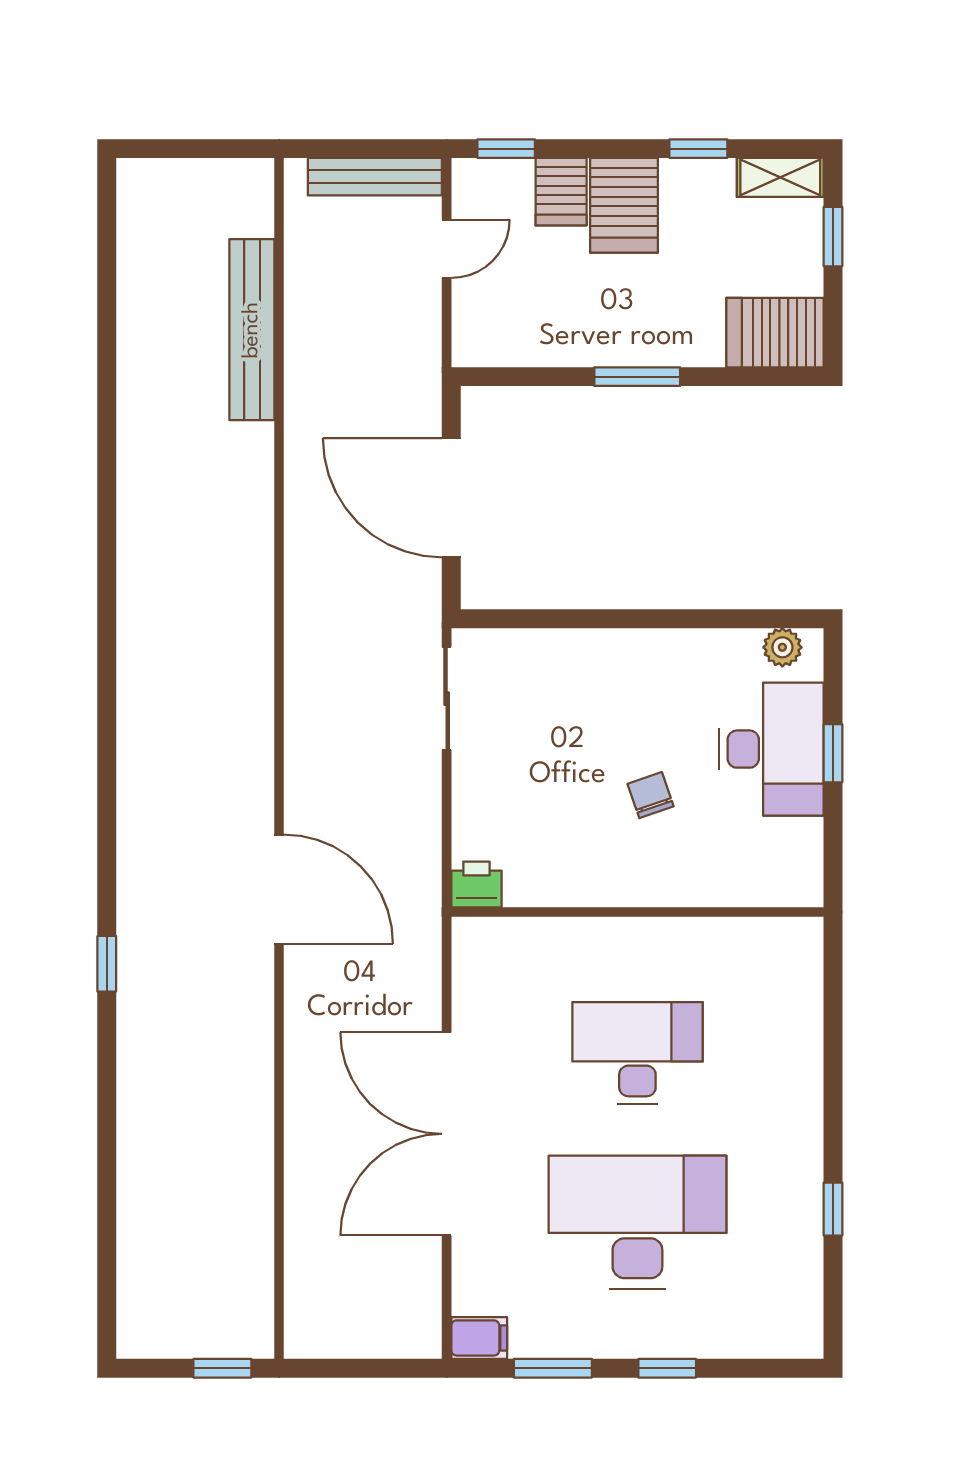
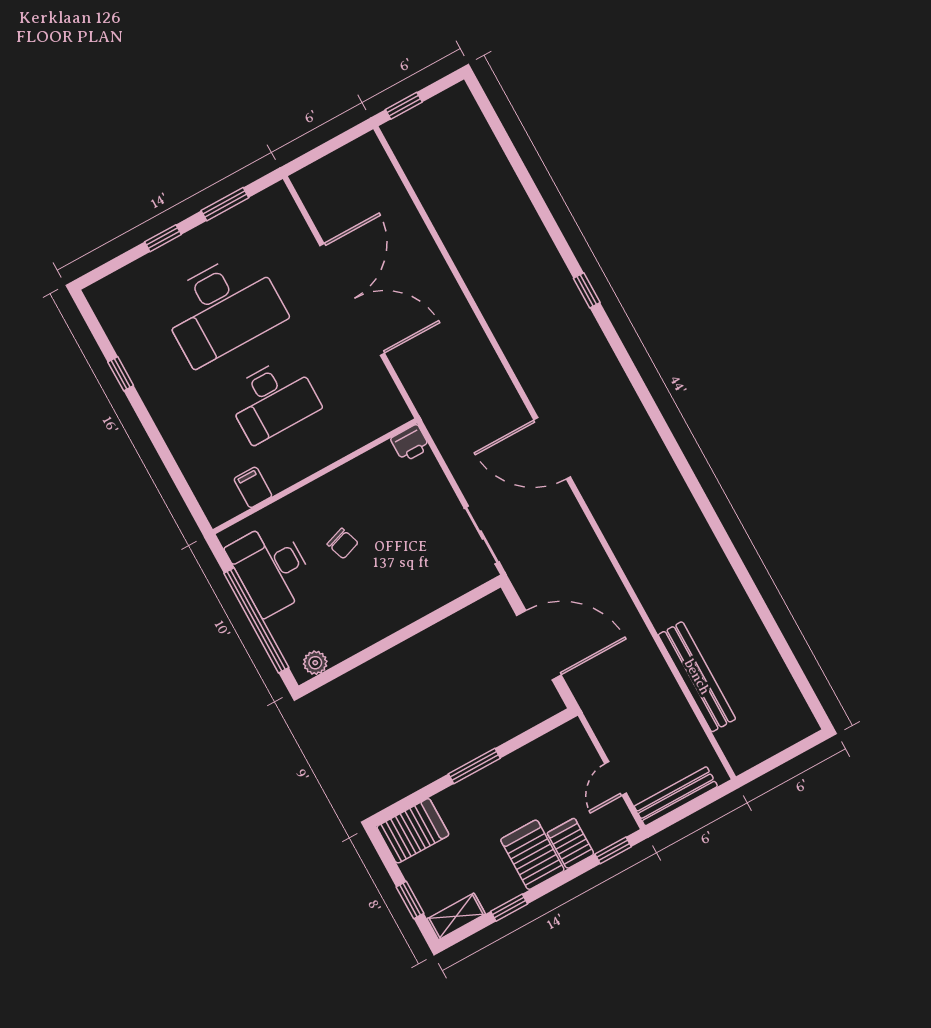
desk: (771, 749) -> (271, 569), moved
window: (833, 753) -> (256, 620), width x3.17
door: (279, 889) -> (552, 448), moved
filing cabinet: (479, 1338) -> (253, 487), moved, turned 90

